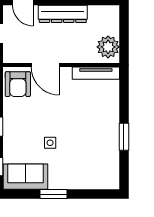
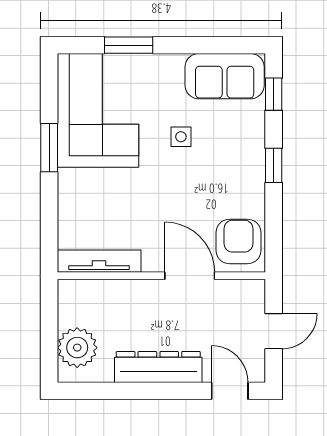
plant: (108, 47) -> (77, 348), moved
corner sofa: (97, 158) -> (98, 110), added
window: (53, 194) -> (129, 45), moved

